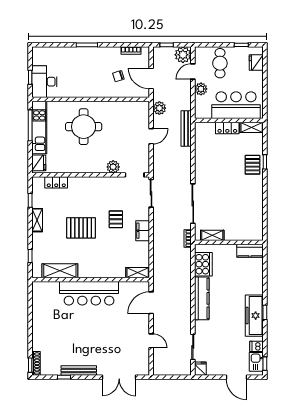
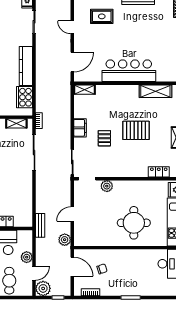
bench: (186, 129) -> (40, 225), width x0.73
rug: (119, 353) -> (102, 16), added

